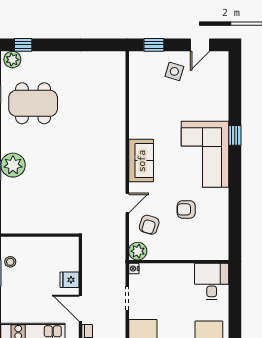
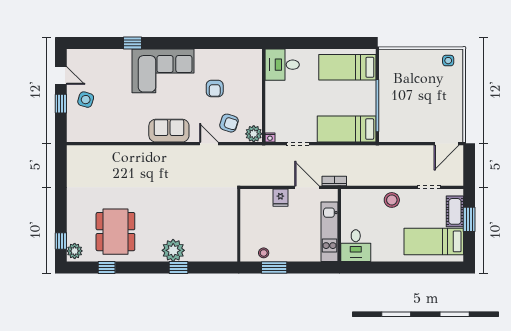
window: (154, 45) -> (61, 104), moved
window: (235, 135) -> (132, 43), moved
door: (80, 308) -> (307, 187), swing flipped

